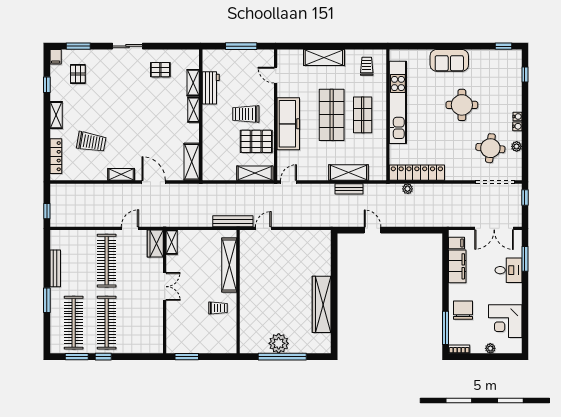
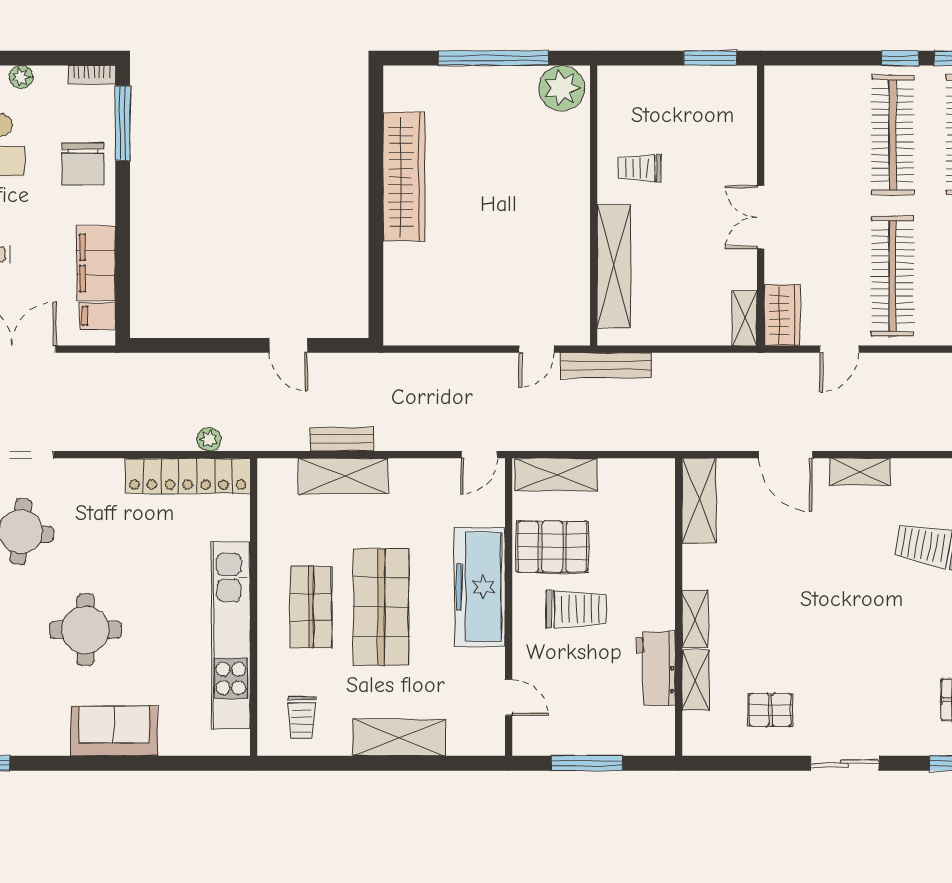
plant: (279, 343) -> (562, 88), moved

